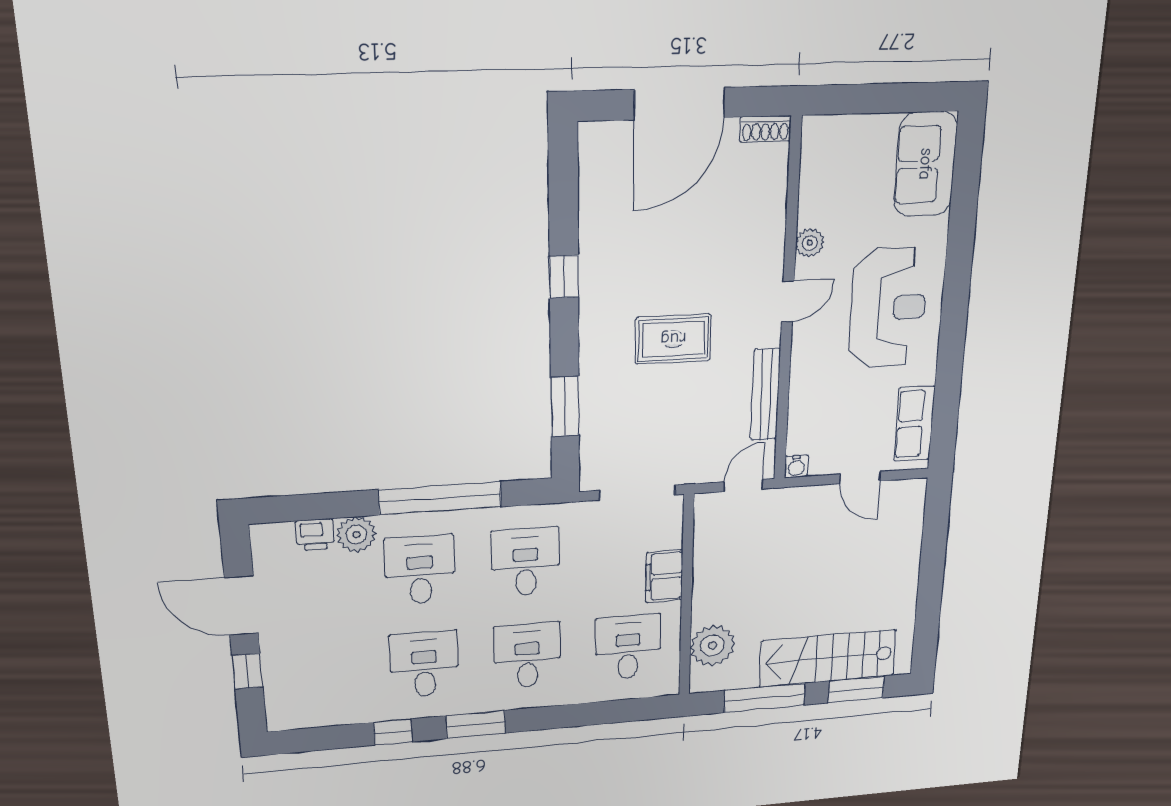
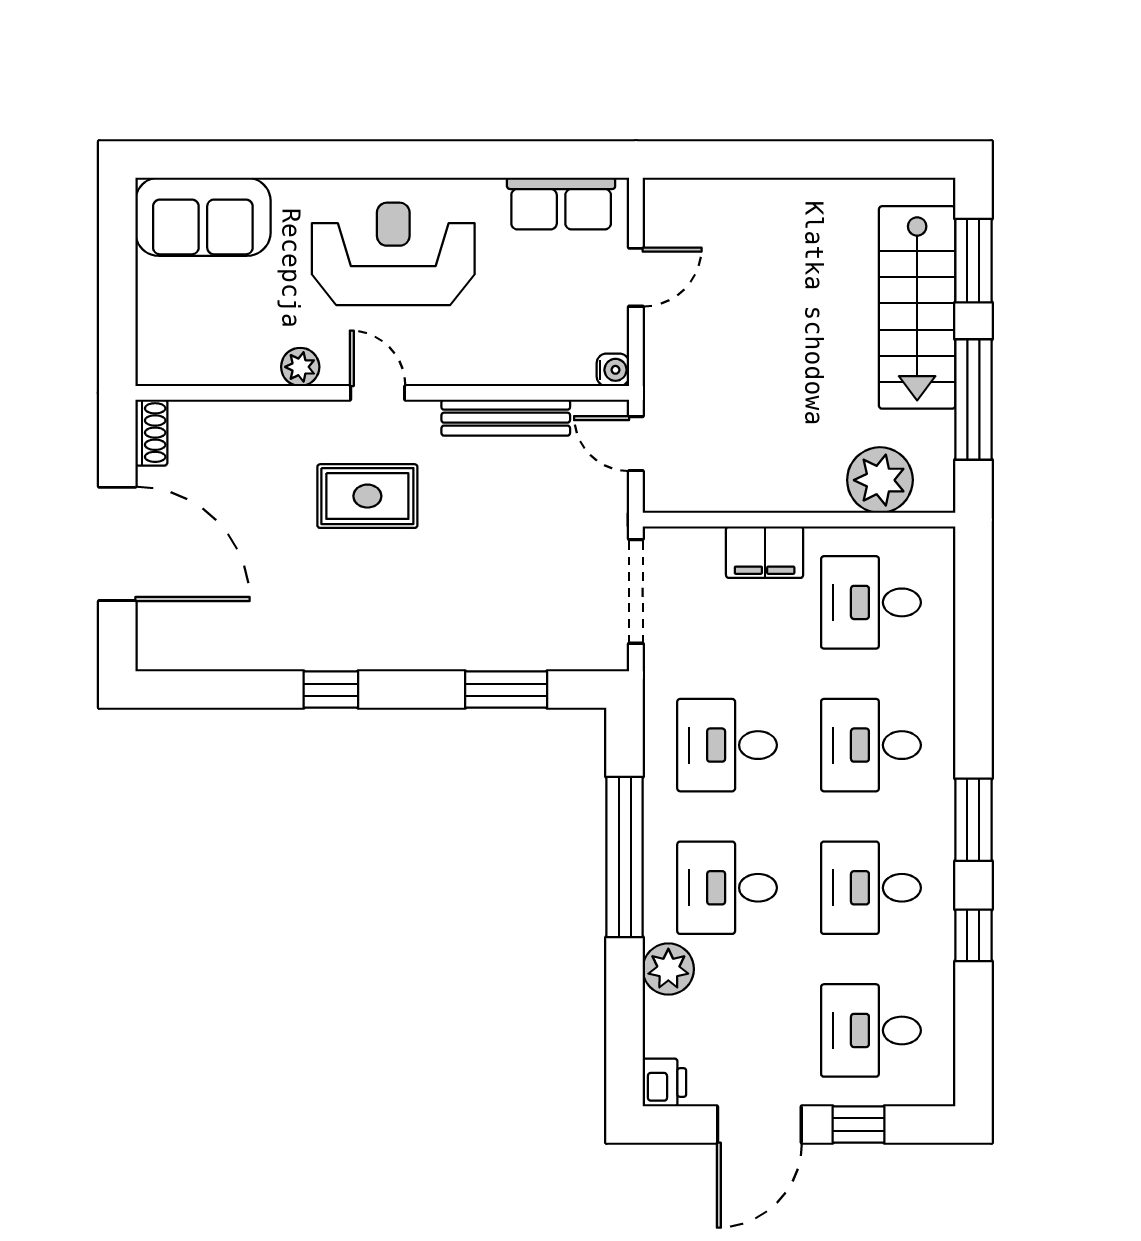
rug: (673, 339) -> (367, 496), moved, turned 90
printer: (315, 535) -> (664, 1082), moved
desk: (319, 673) -> (871, 1030), added

